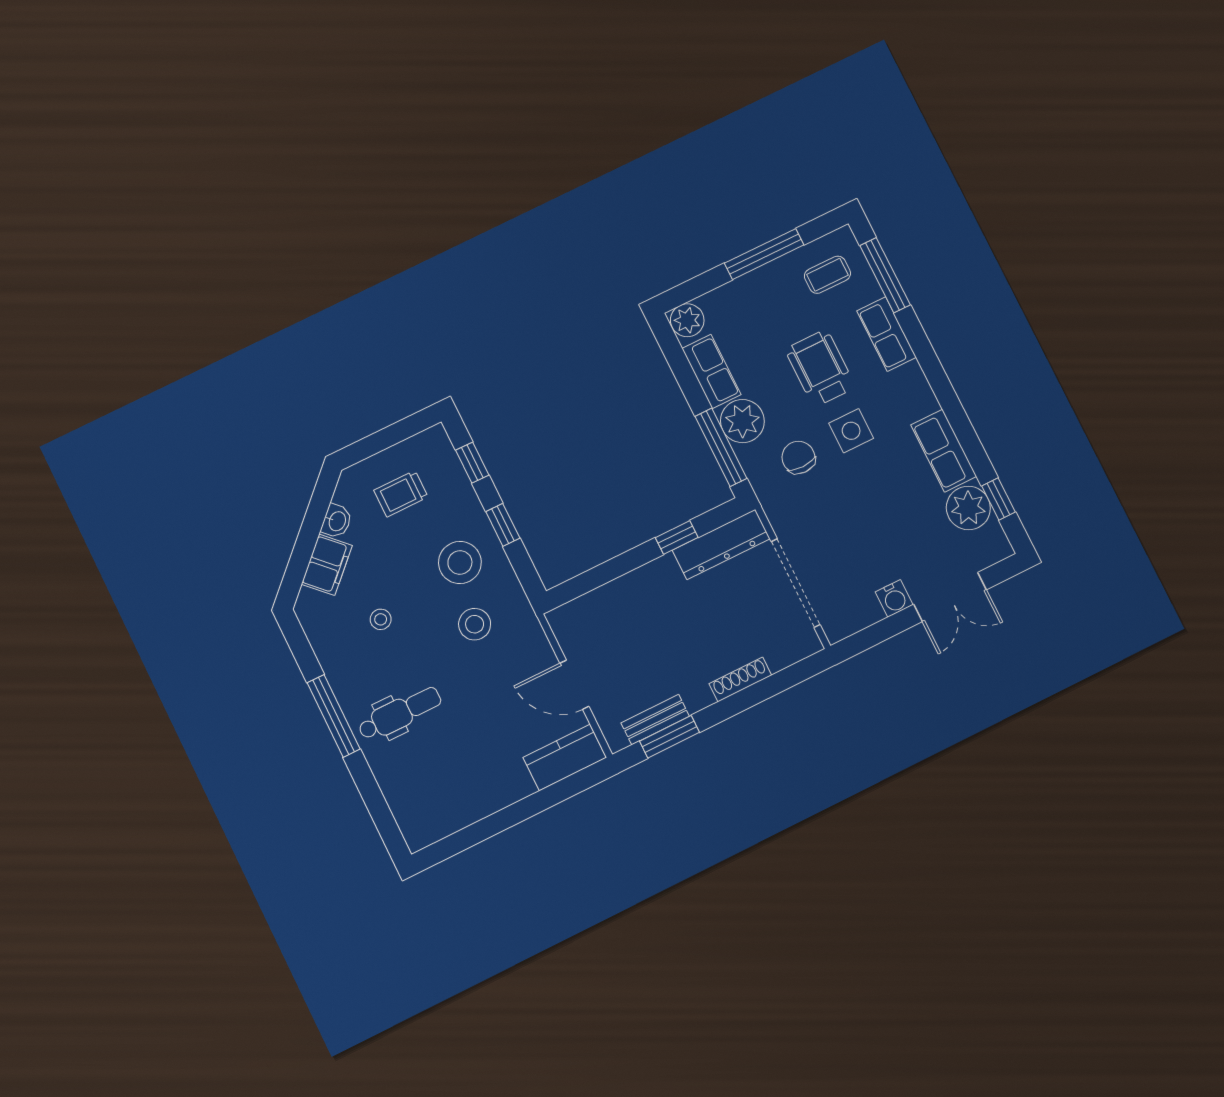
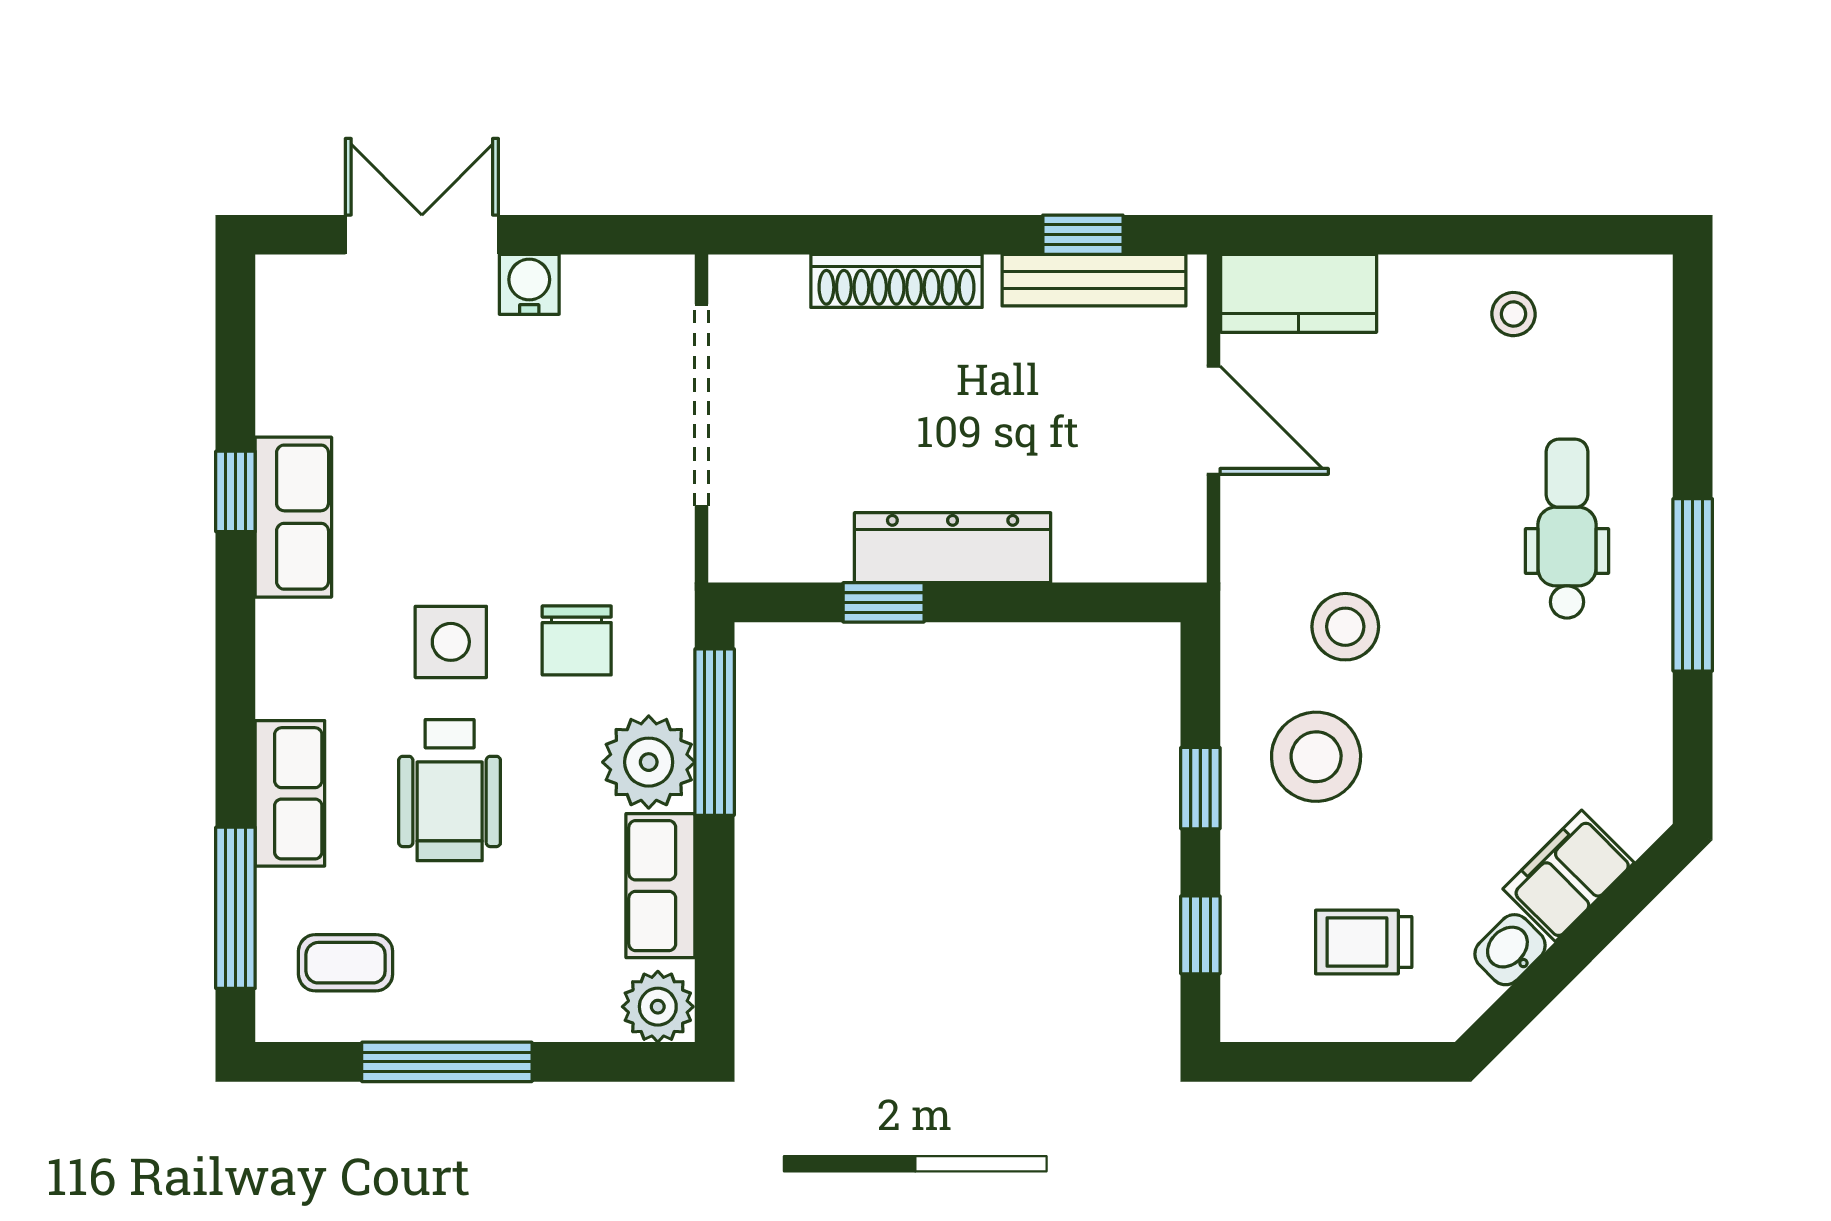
trolley: (401, 494) -> (1364, 942), turned 180
window: (998, 499) -> (235, 491), moved
plant: (968, 508) -> (302, 385), removed
dresser: (721, 545) -> (953, 548), moved
stool: (381, 619) -> (1514, 314), moved
shoe rack: (740, 679) -> (897, 281), width x1.36, depth x1.24
dental chair: (400, 713) -> (1567, 529), turned 90
bench: (655, 720) -> (1094, 280), width x1.36
window: (670, 737) -> (1083, 235), width x0.67

